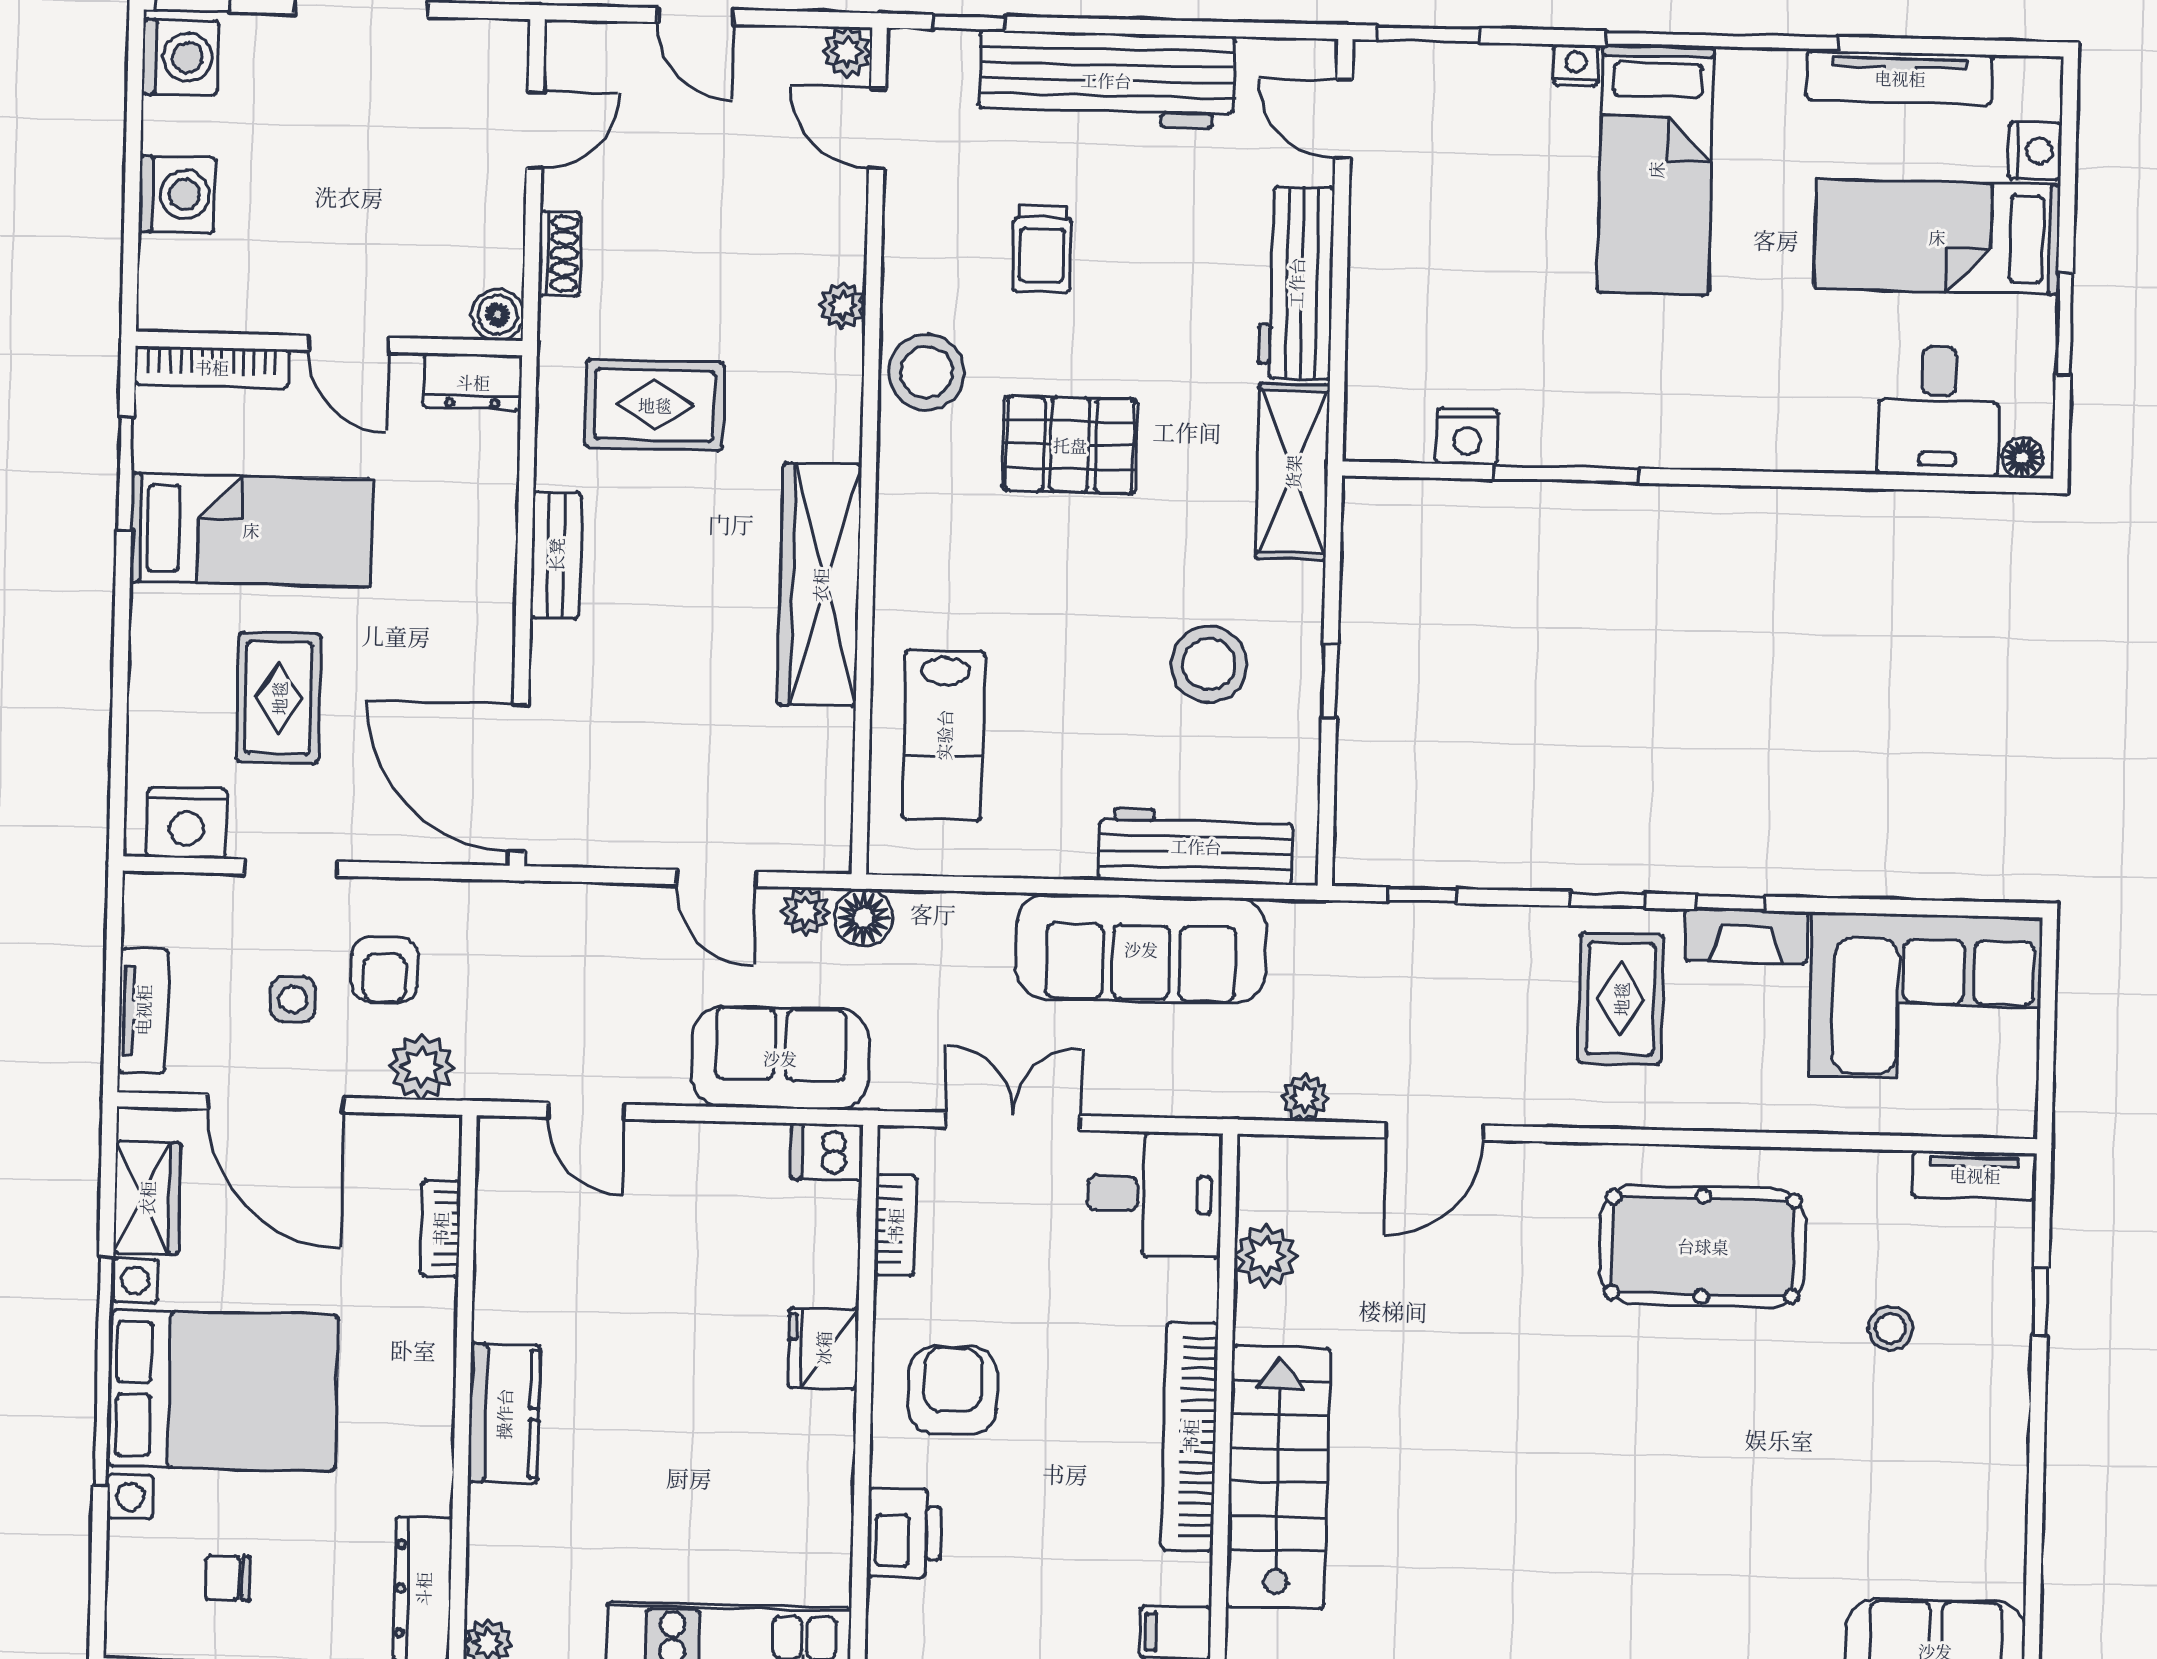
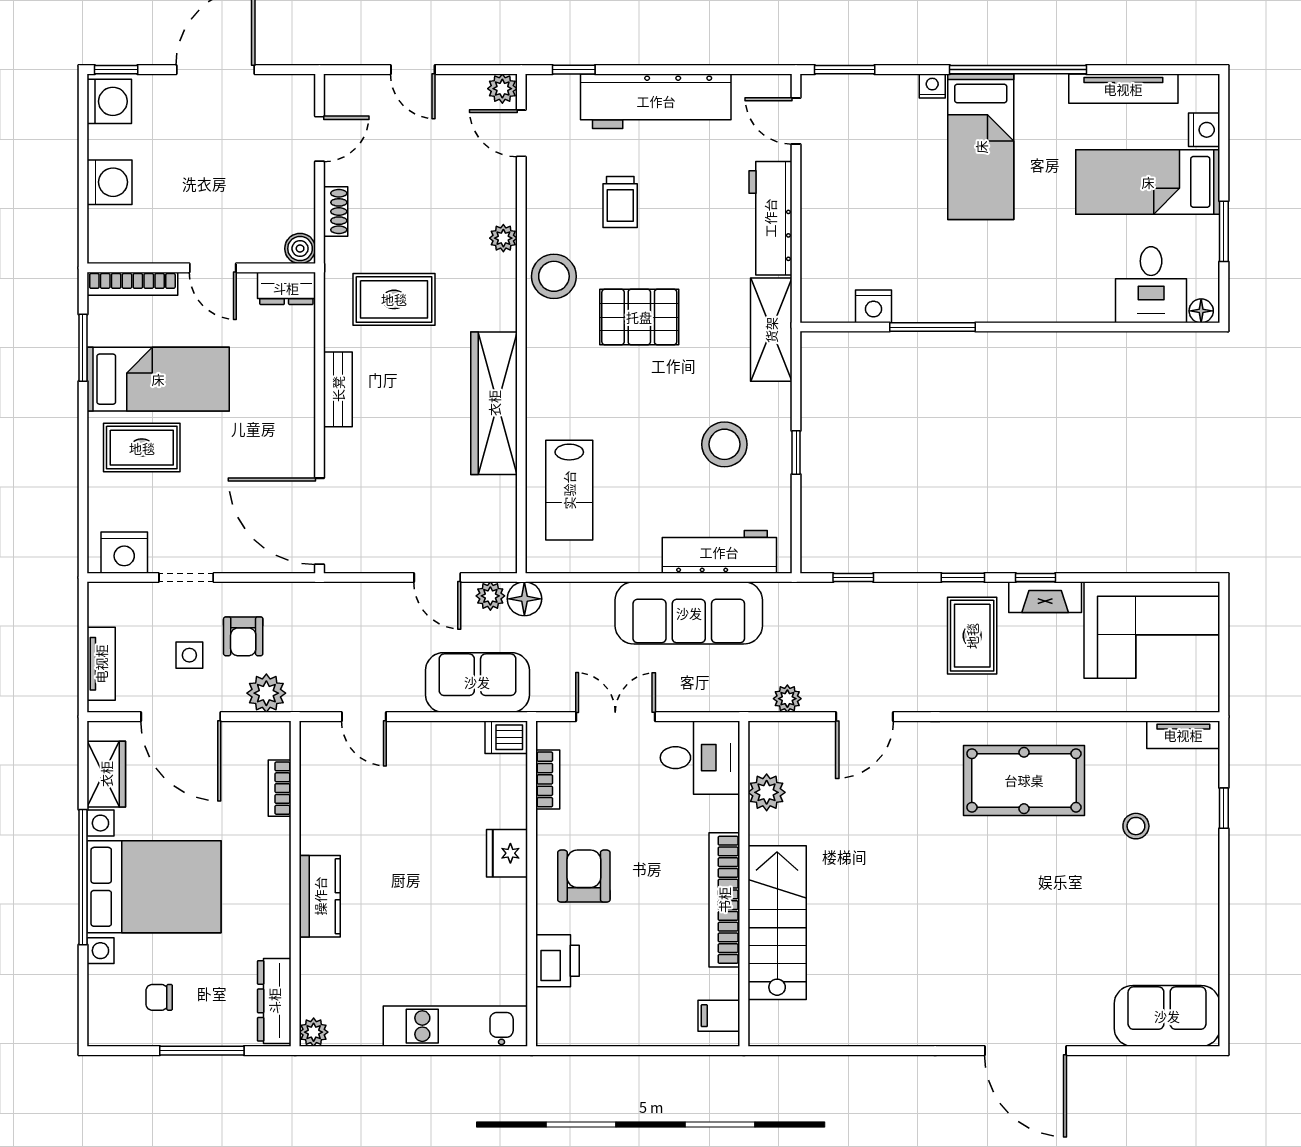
rug: (279, 698) -> (142, 448), moved, turned 90

